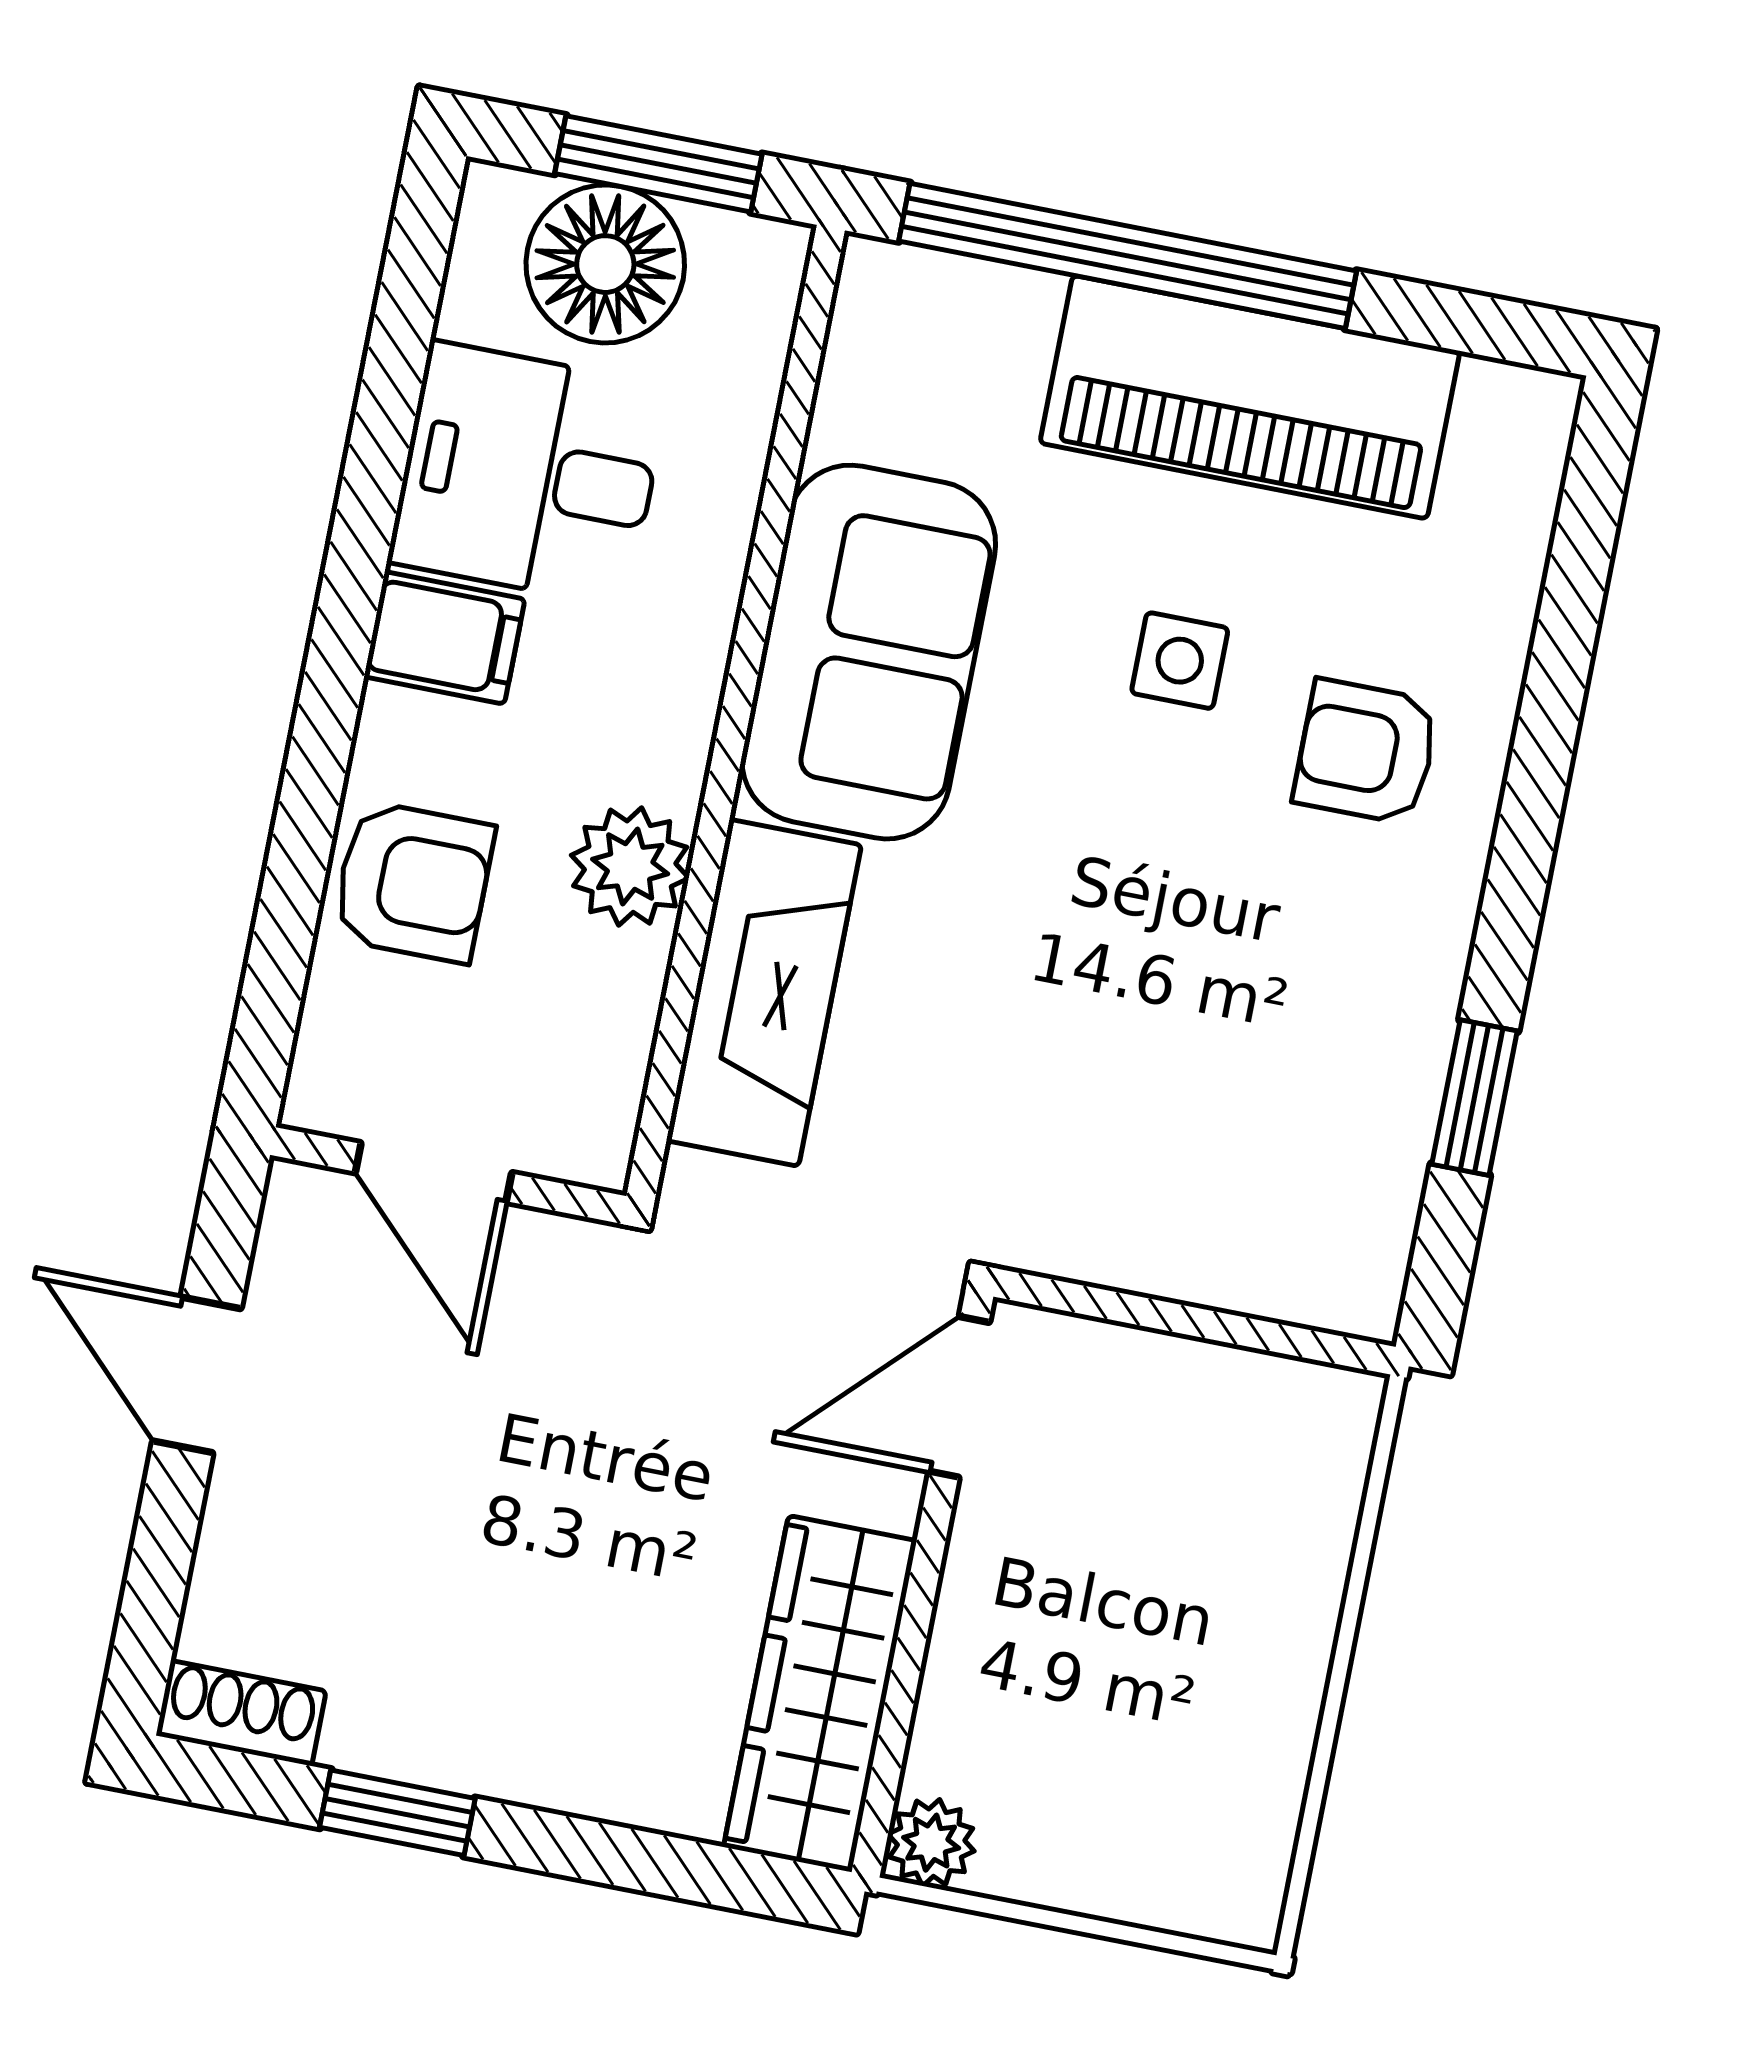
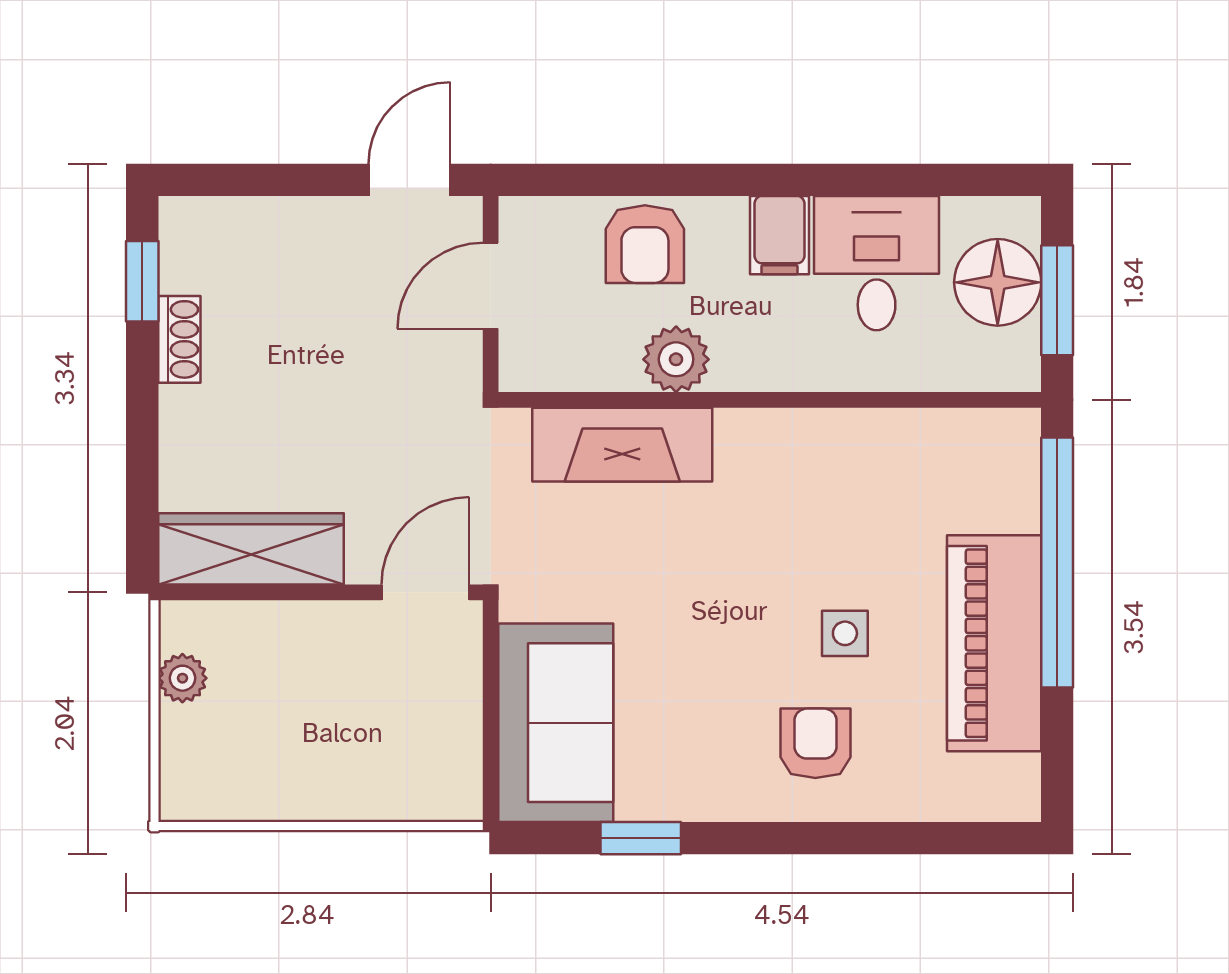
sofa: (869, 652) -> (556, 723), moved, turned -90
door: (197, 1375) -> (409, 180), moved
door: (959, 1397) -> (425, 592), hinge flipped
shoe rack: (241, 1713) -> (179, 339), moved
window: (397, 1813) -> (142, 281), moved
plant: (931, 1843) -> (182, 678), moved

